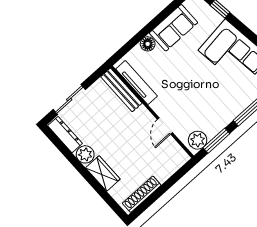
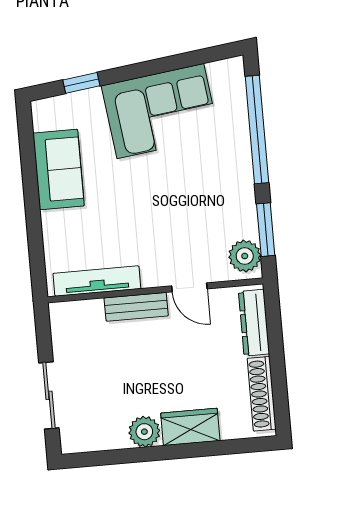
floor lamp: (148, 44) -> (54, 224), removed
bench: (121, 90) -> (136, 307), moved, width x0.73
dresser: (65, 135) -> (254, 323), moved, turned -90

